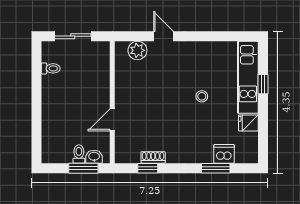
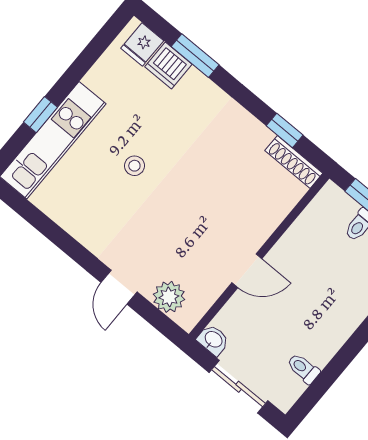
door: (112, 120) -> (247, 271), moved
fridge: (248, 123) -> (142, 44), moved, turned 90
washbasin: (94, 157) -> (213, 340), moved, turned 180
shoe rack: (153, 157) -> (294, 162), moved, width x1.43

